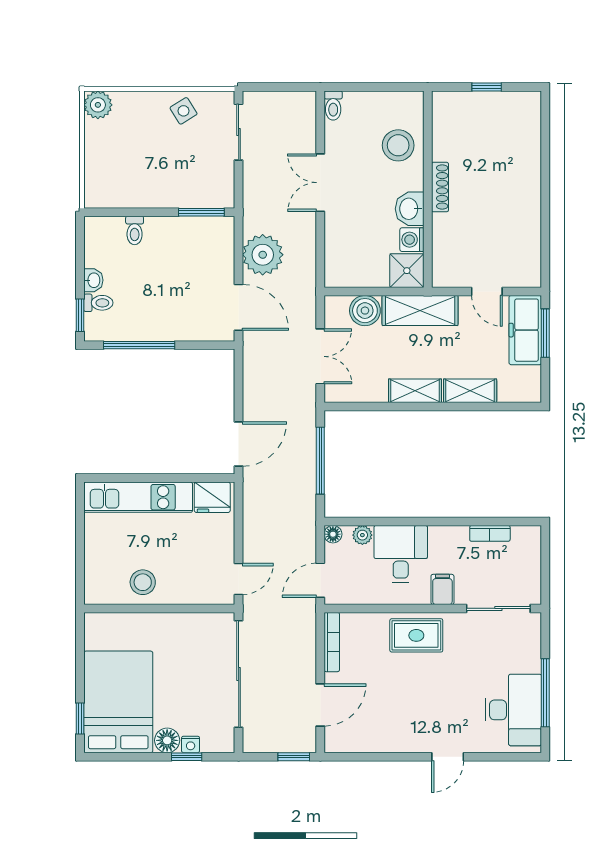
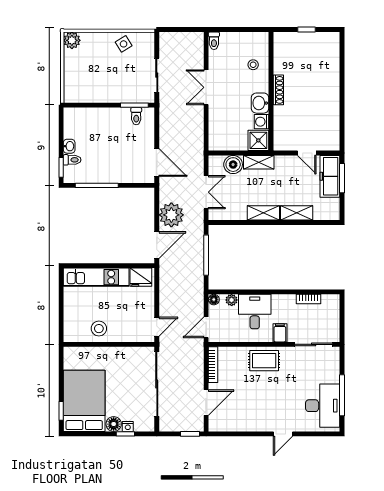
sliding door: (239, 132) -> (157, 75), moved
stool: (398, 145) -> (253, 65), width x0.53, depth x0.53
toilet: (135, 230) -> (136, 116), moved
plant: (263, 255) -> (171, 215), moved
shelving: (420, 310) -> (259, 162), width x0.67, depth x0.75

